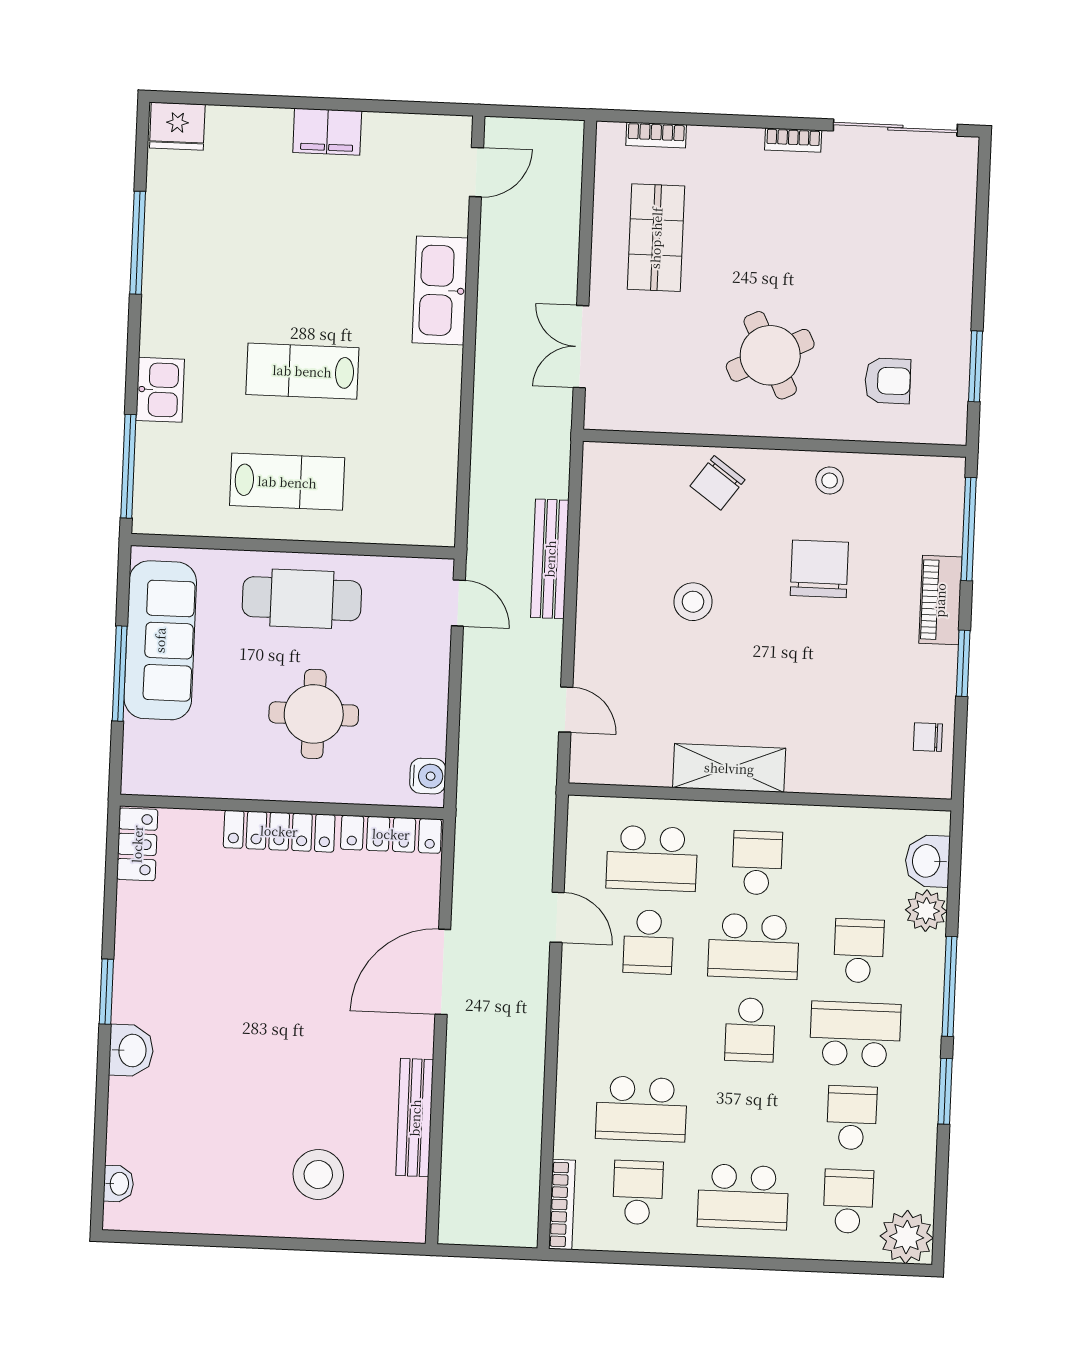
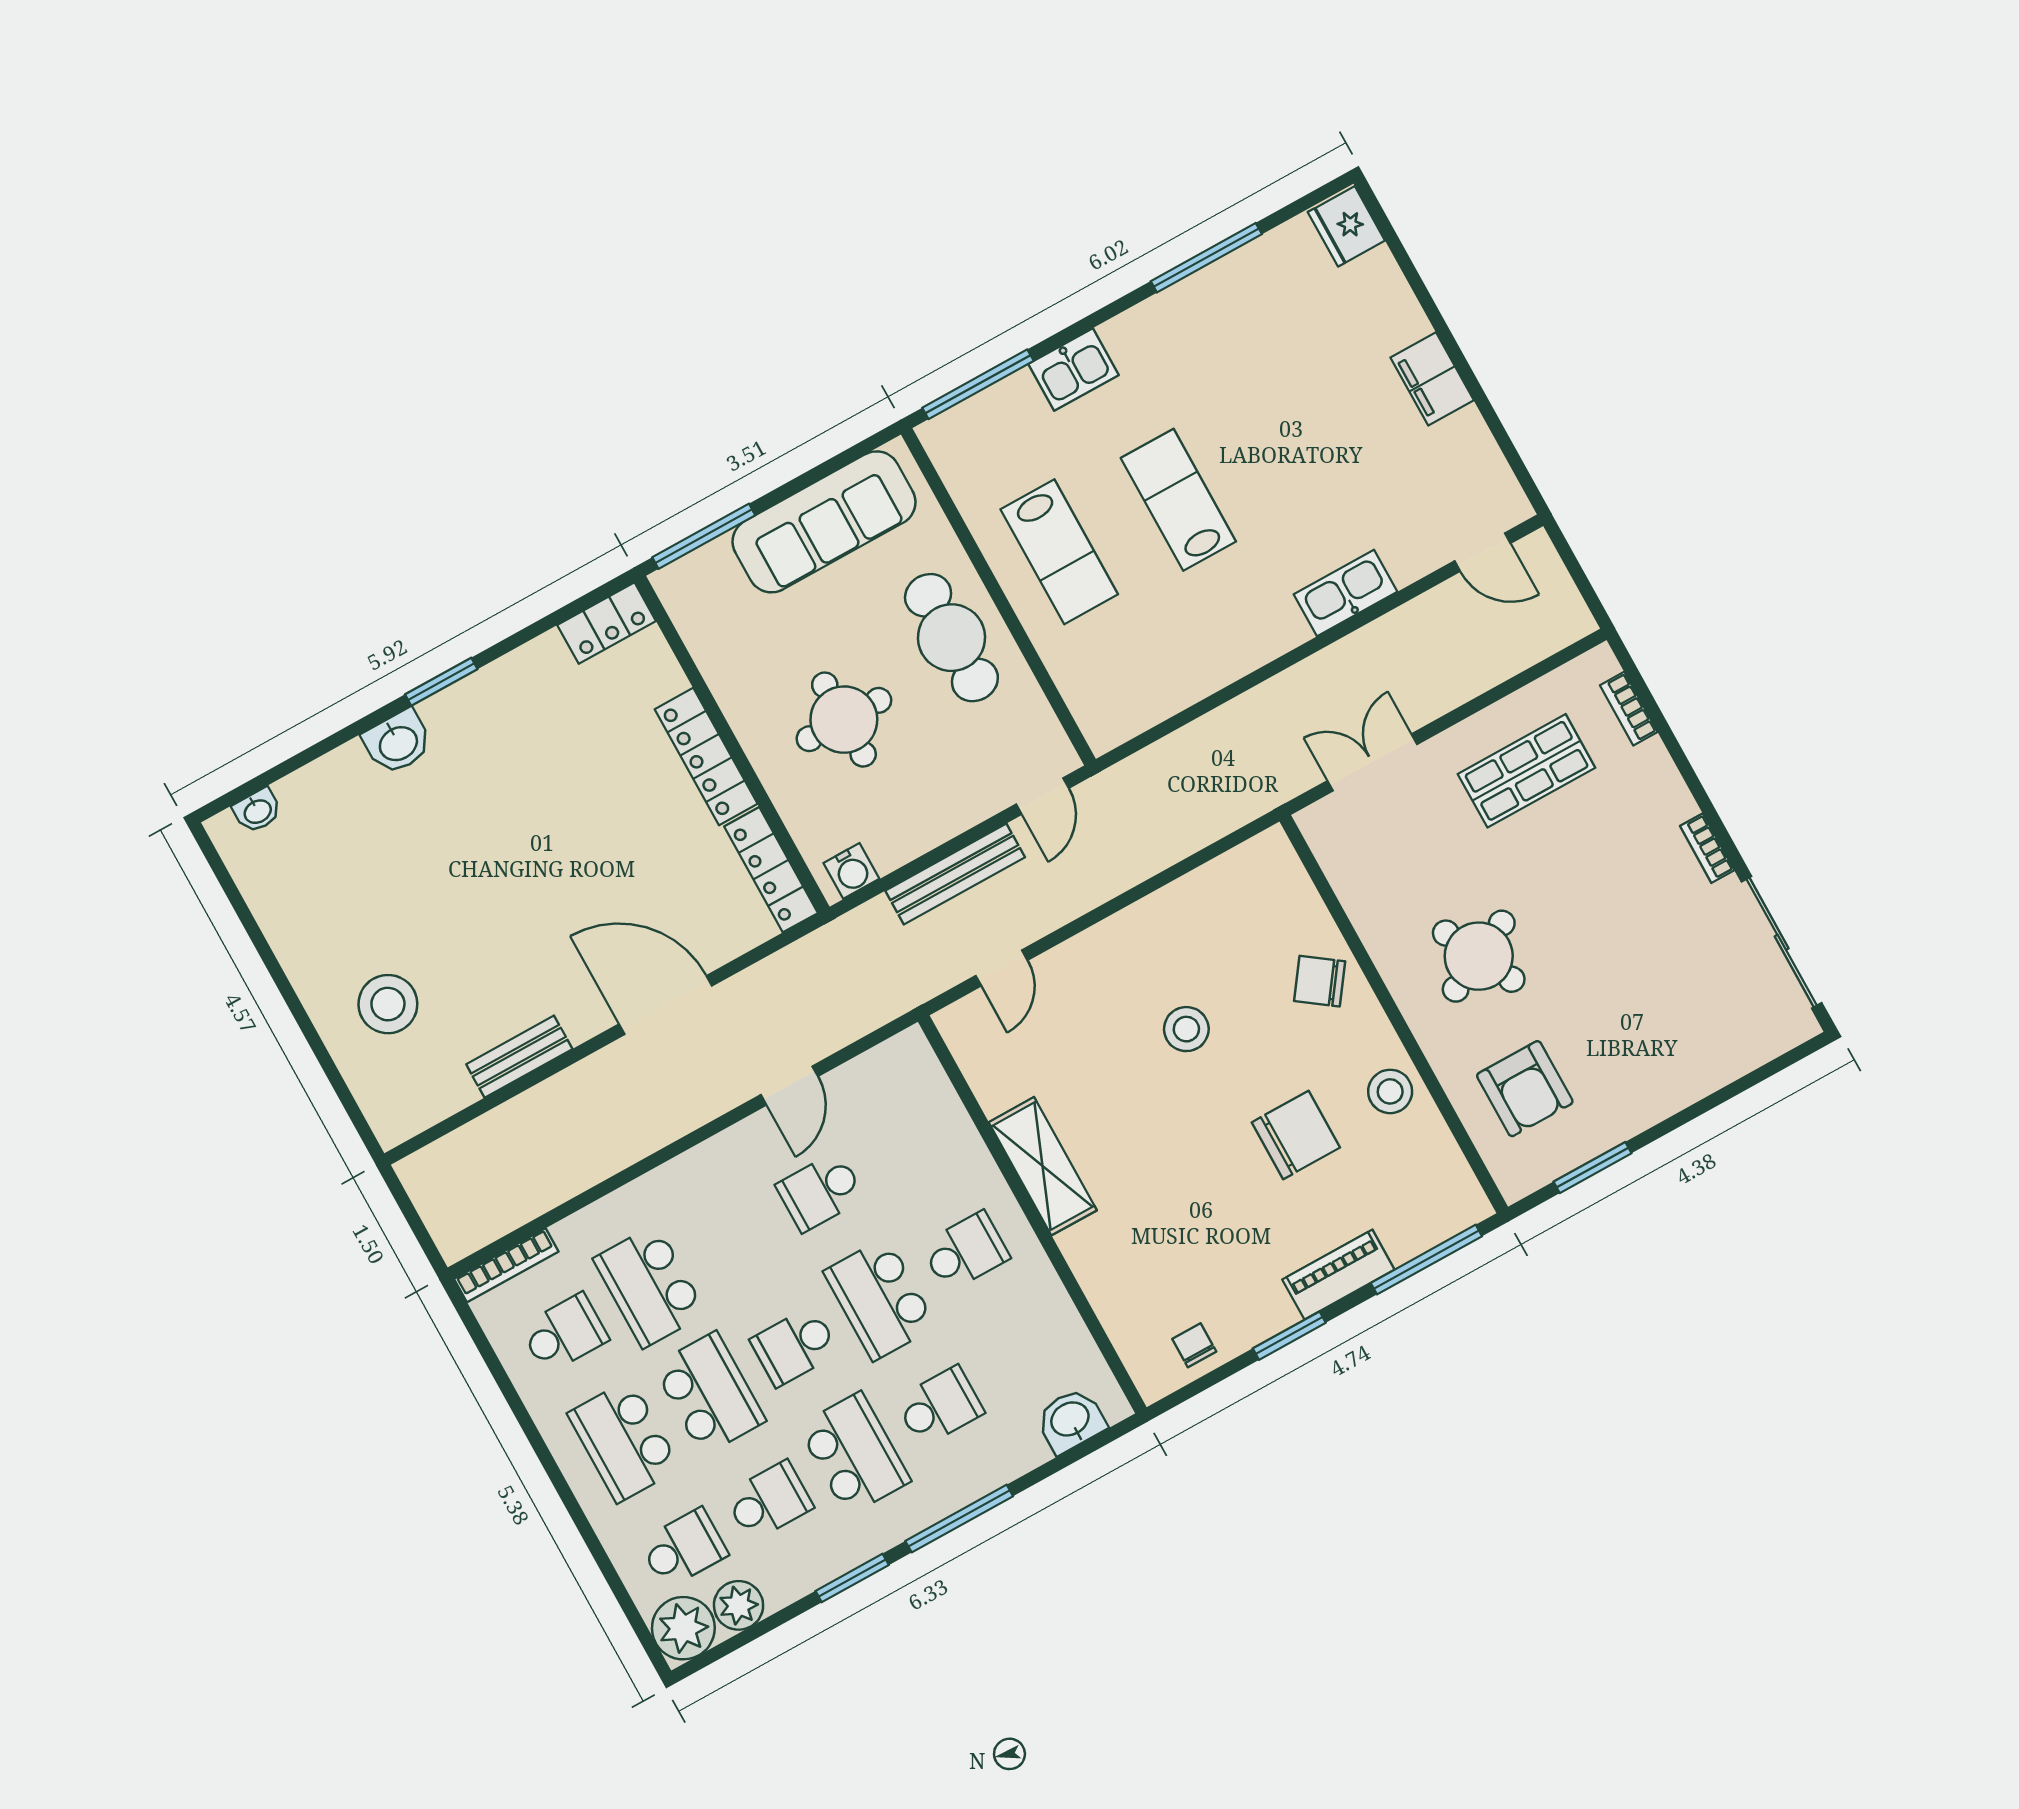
kitchen sink: (440, 290) -> (1345, 593), width x0.73, depth x0.81
armchair: (888, 381) -> (1525, 1089), width x1.38, depth x1.38
stool: (830, 480) -> (1390, 1091), width x1.37, depth x1.37
bench: (550, 559) -> (955, 874), moved
window: (120, 674) -> (704, 536), moved
school desk: (652, 858) -> (709, 1394), moved, turned 180
plant: (926, 911) -> (739, 1605), moved
bench: (415, 1118) -> (519, 1057), width x0.73

